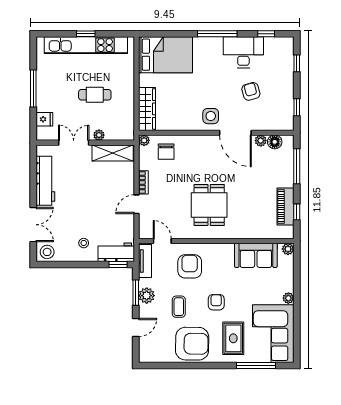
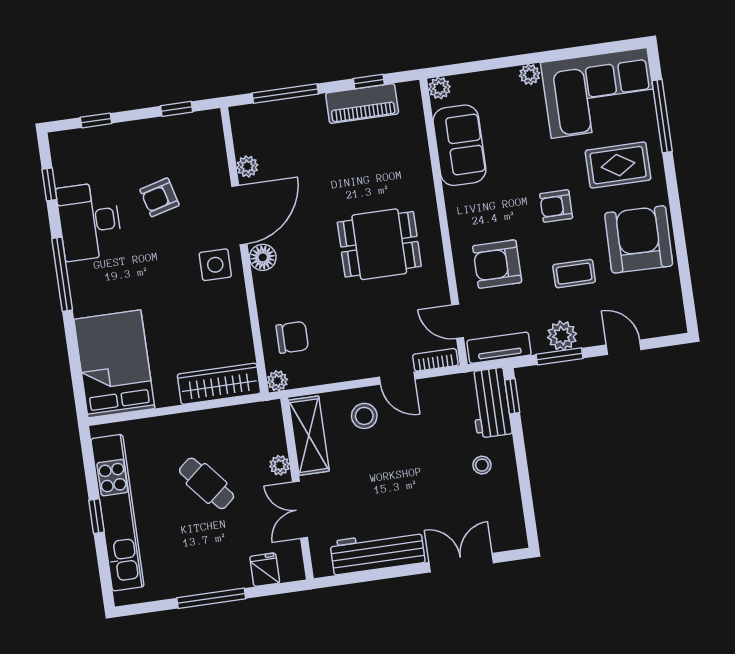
cafe table: (95, 95) -> (207, 483), turned -40
floor lamp: (275, 142) -> (263, 257), moved
bookcase: (143, 182) -> (435, 360), moved
door: (162, 241) -> (458, 321), hinge flipped
stool: (47, 252) -> (364, 416), moved

